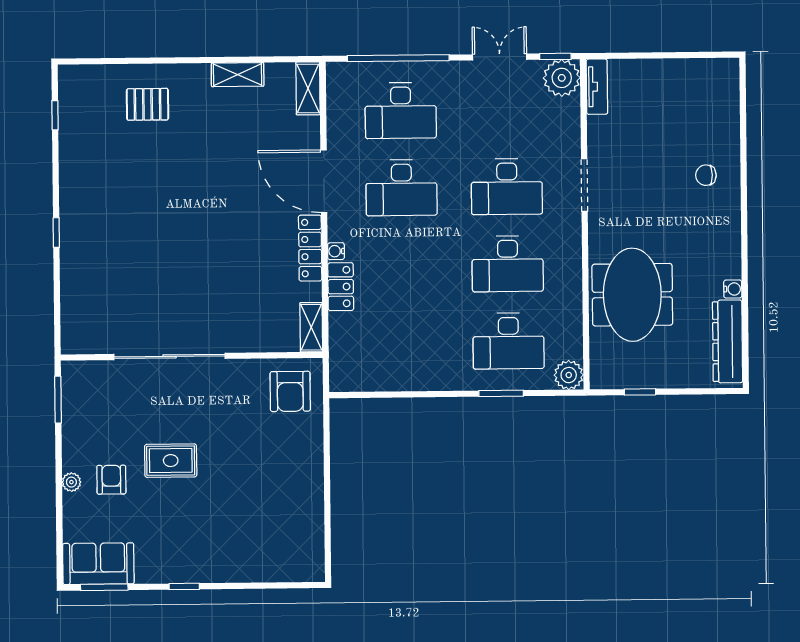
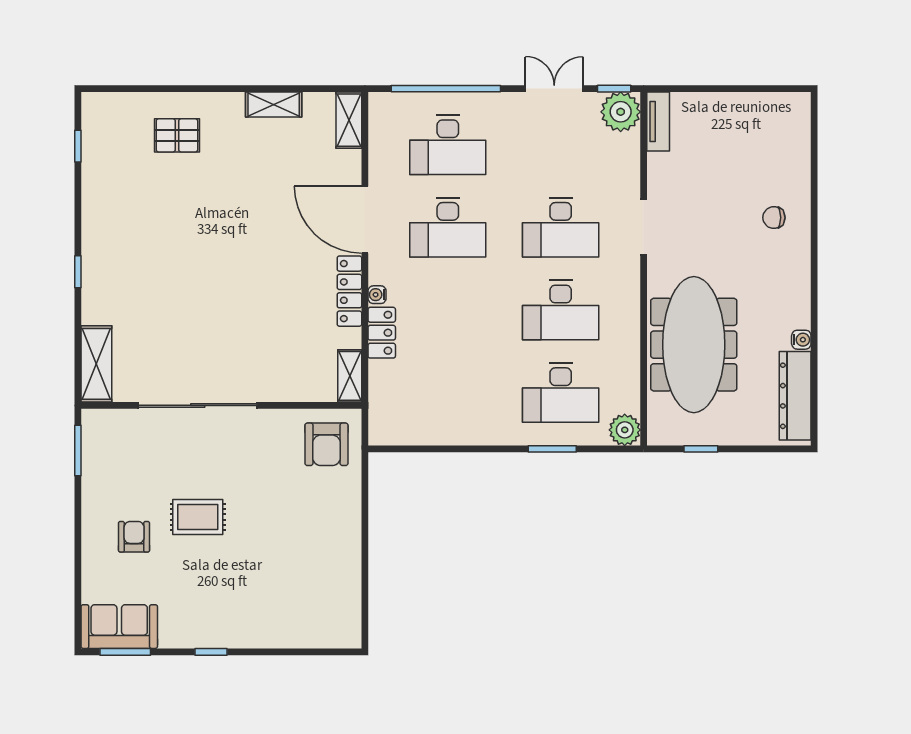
meeting table: (632, 295) -> (694, 345), width x1.36
shelving: (75, 319) -> (96, 364), added
plant: (71, 482) -> (91, 539), removed

